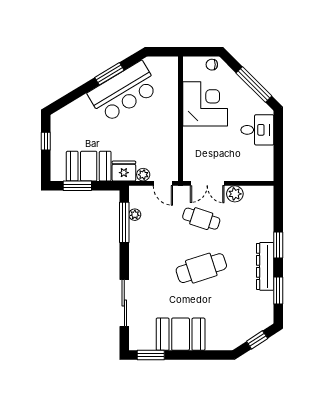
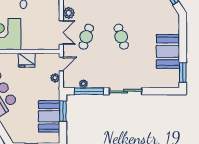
fridge: (124, 171) -> (27, 60), moved, turned -90
window: (77, 186) -> (63, 111), moved
cafe table: (201, 268) -> (121, 37), width x0.73, depth x0.74
sliding door: (124, 303) -> (126, 91), moved

